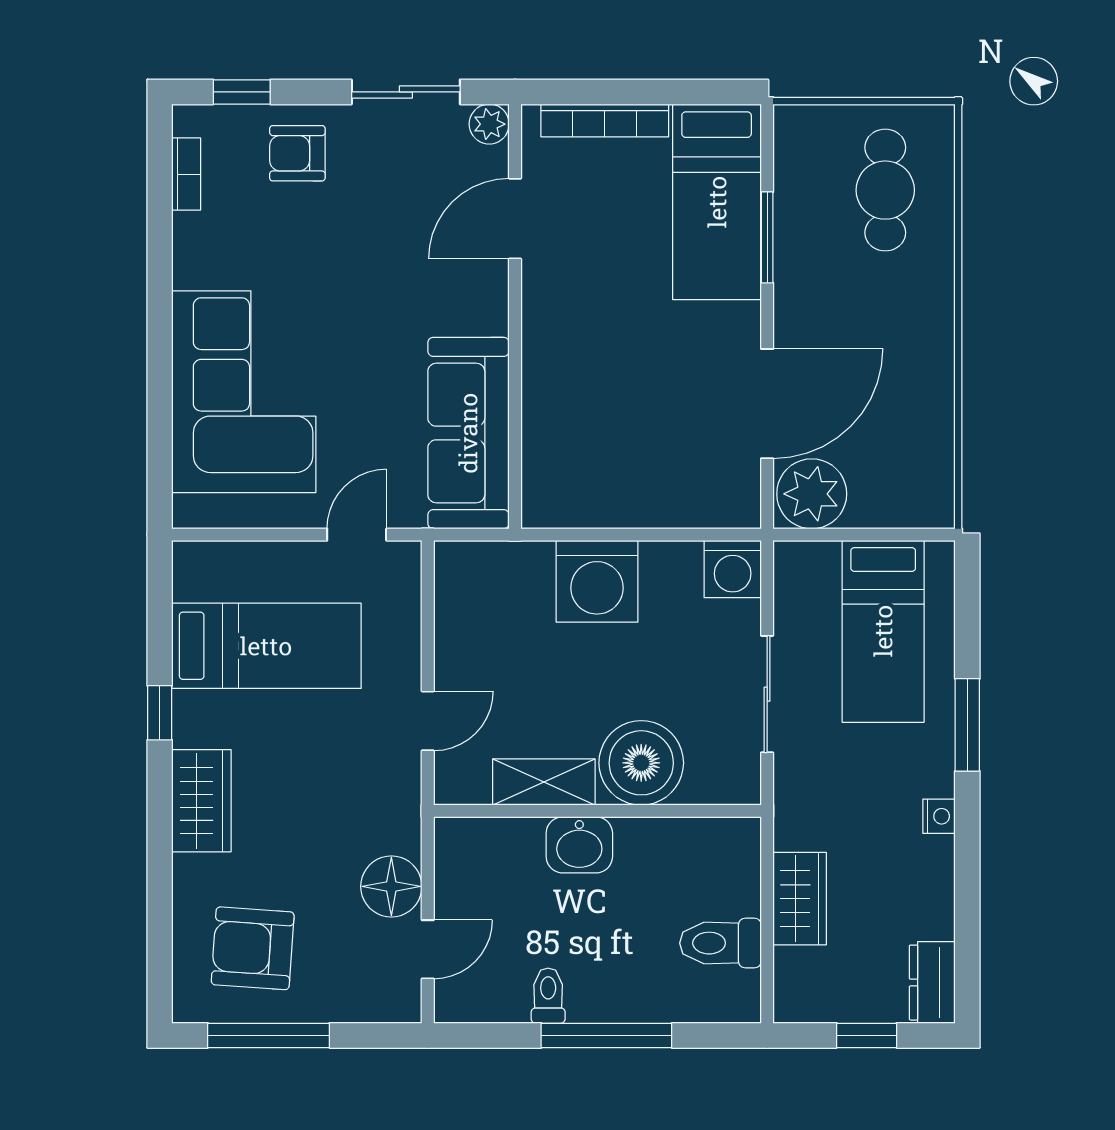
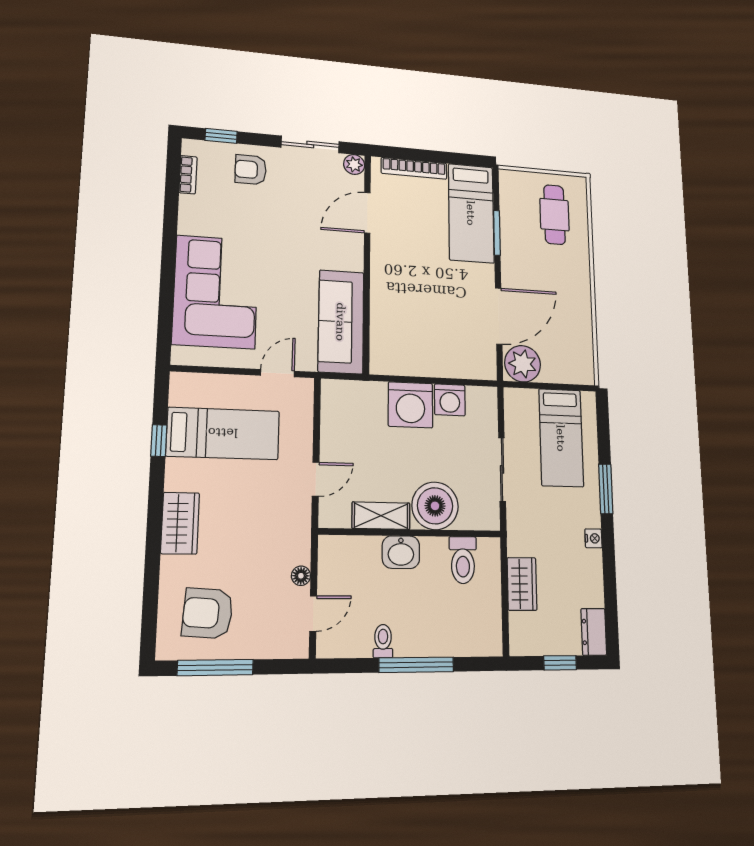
washing machine: (733, 569) -> (450, 400), moved
window: (160, 713) -> (159, 441), moved
floor lamp: (391, 886) -> (301, 576), width x0.53, depth x0.53
toilet: (720, 943) -> (463, 560), moved, turned -90

